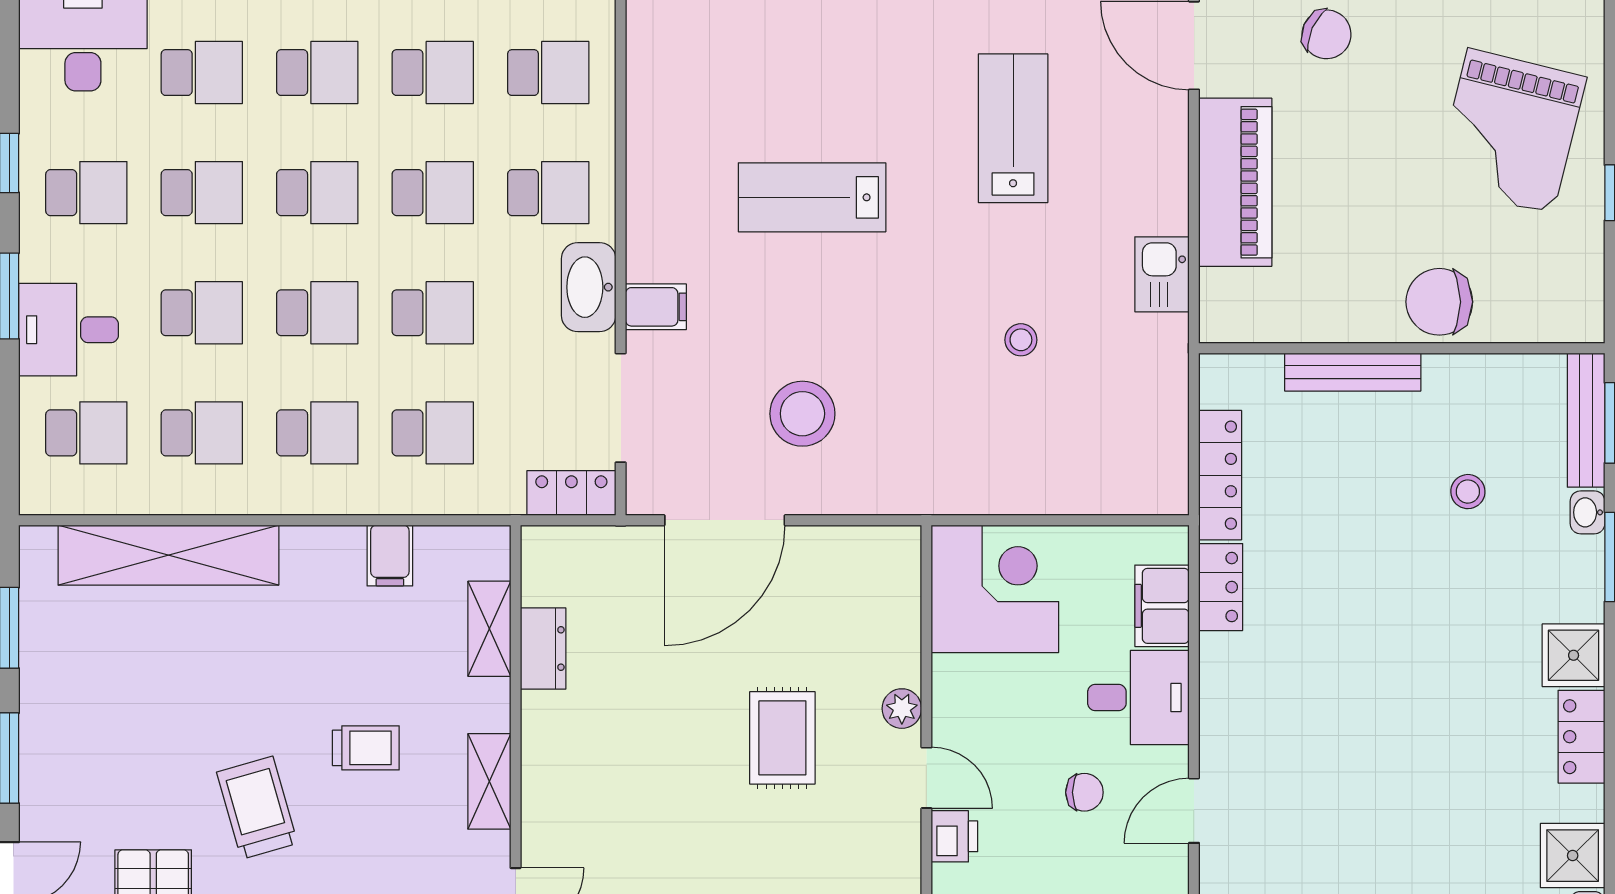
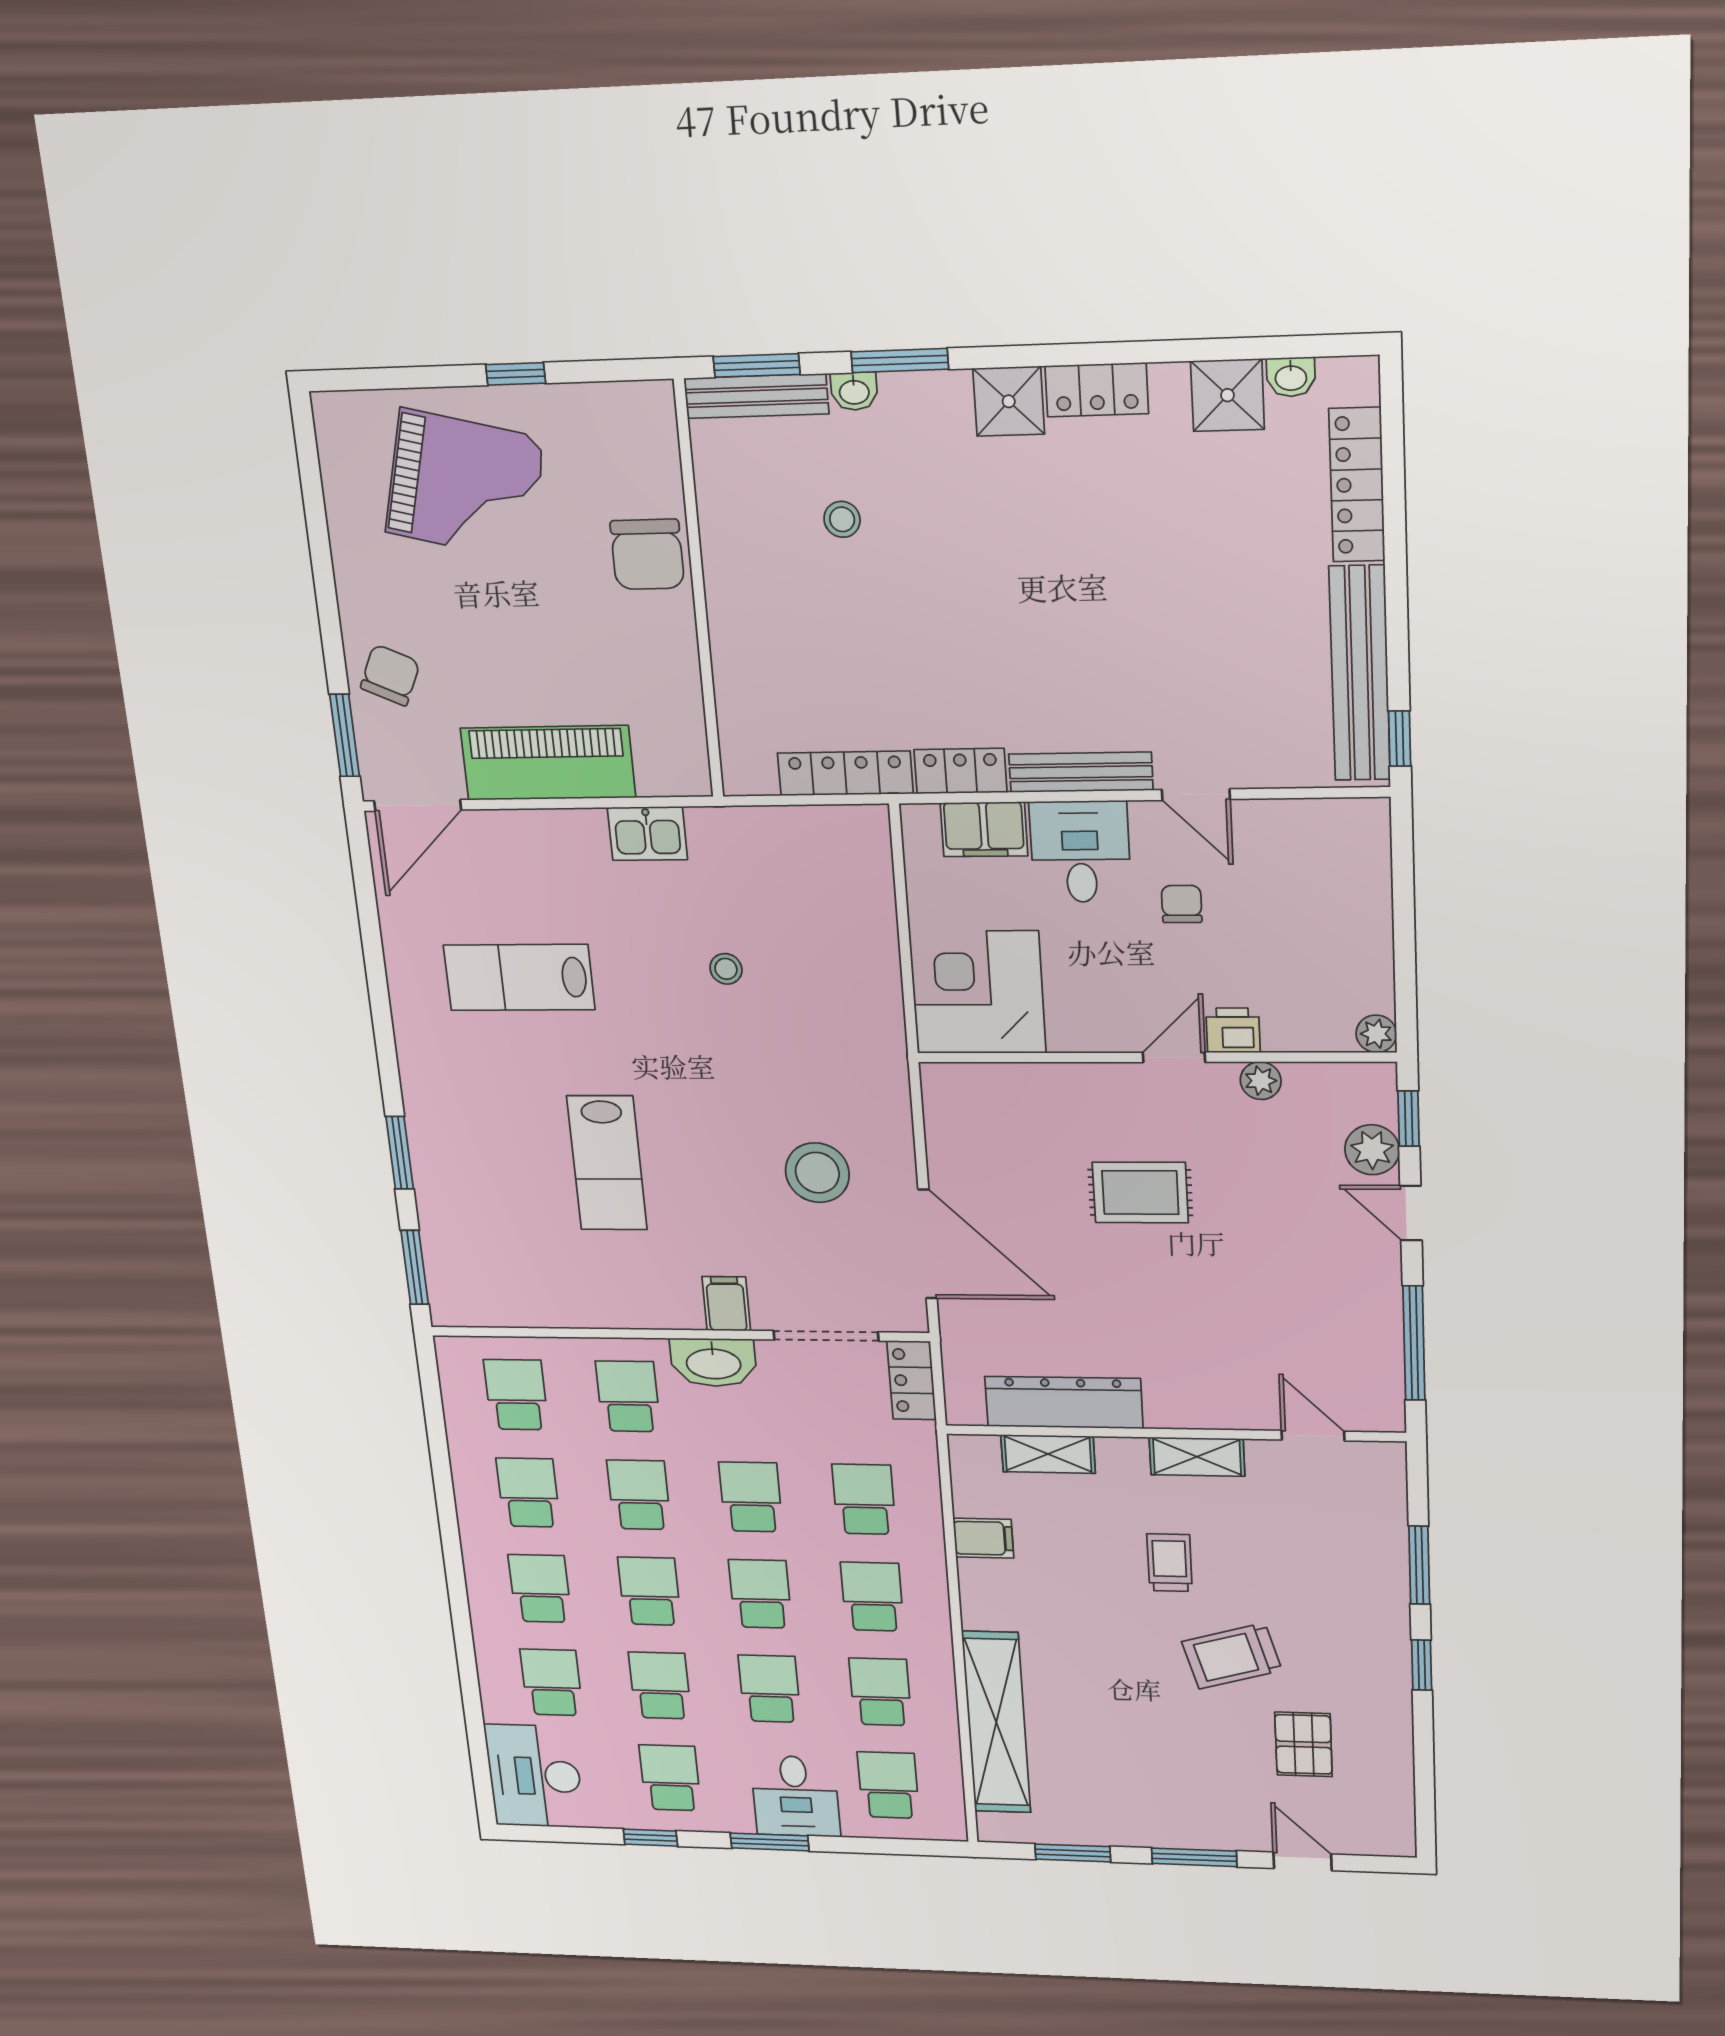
bench: (1353, 372) -> (1081, 772), moved, turned 90
dresser: (543, 649) -> (1064, 1402), width x1.96, depth x1.24
plant: (902, 709) -> (1261, 1081), moved

